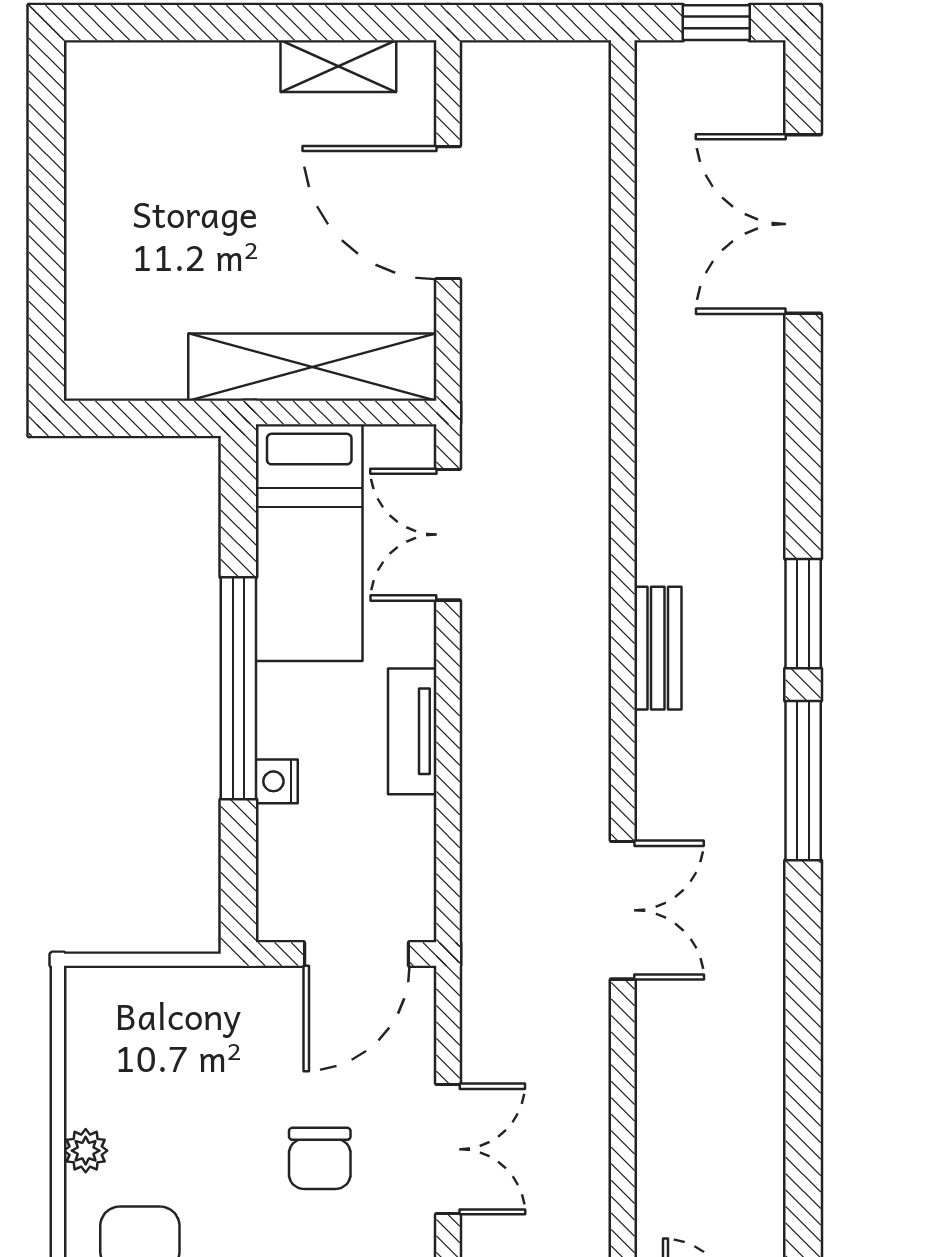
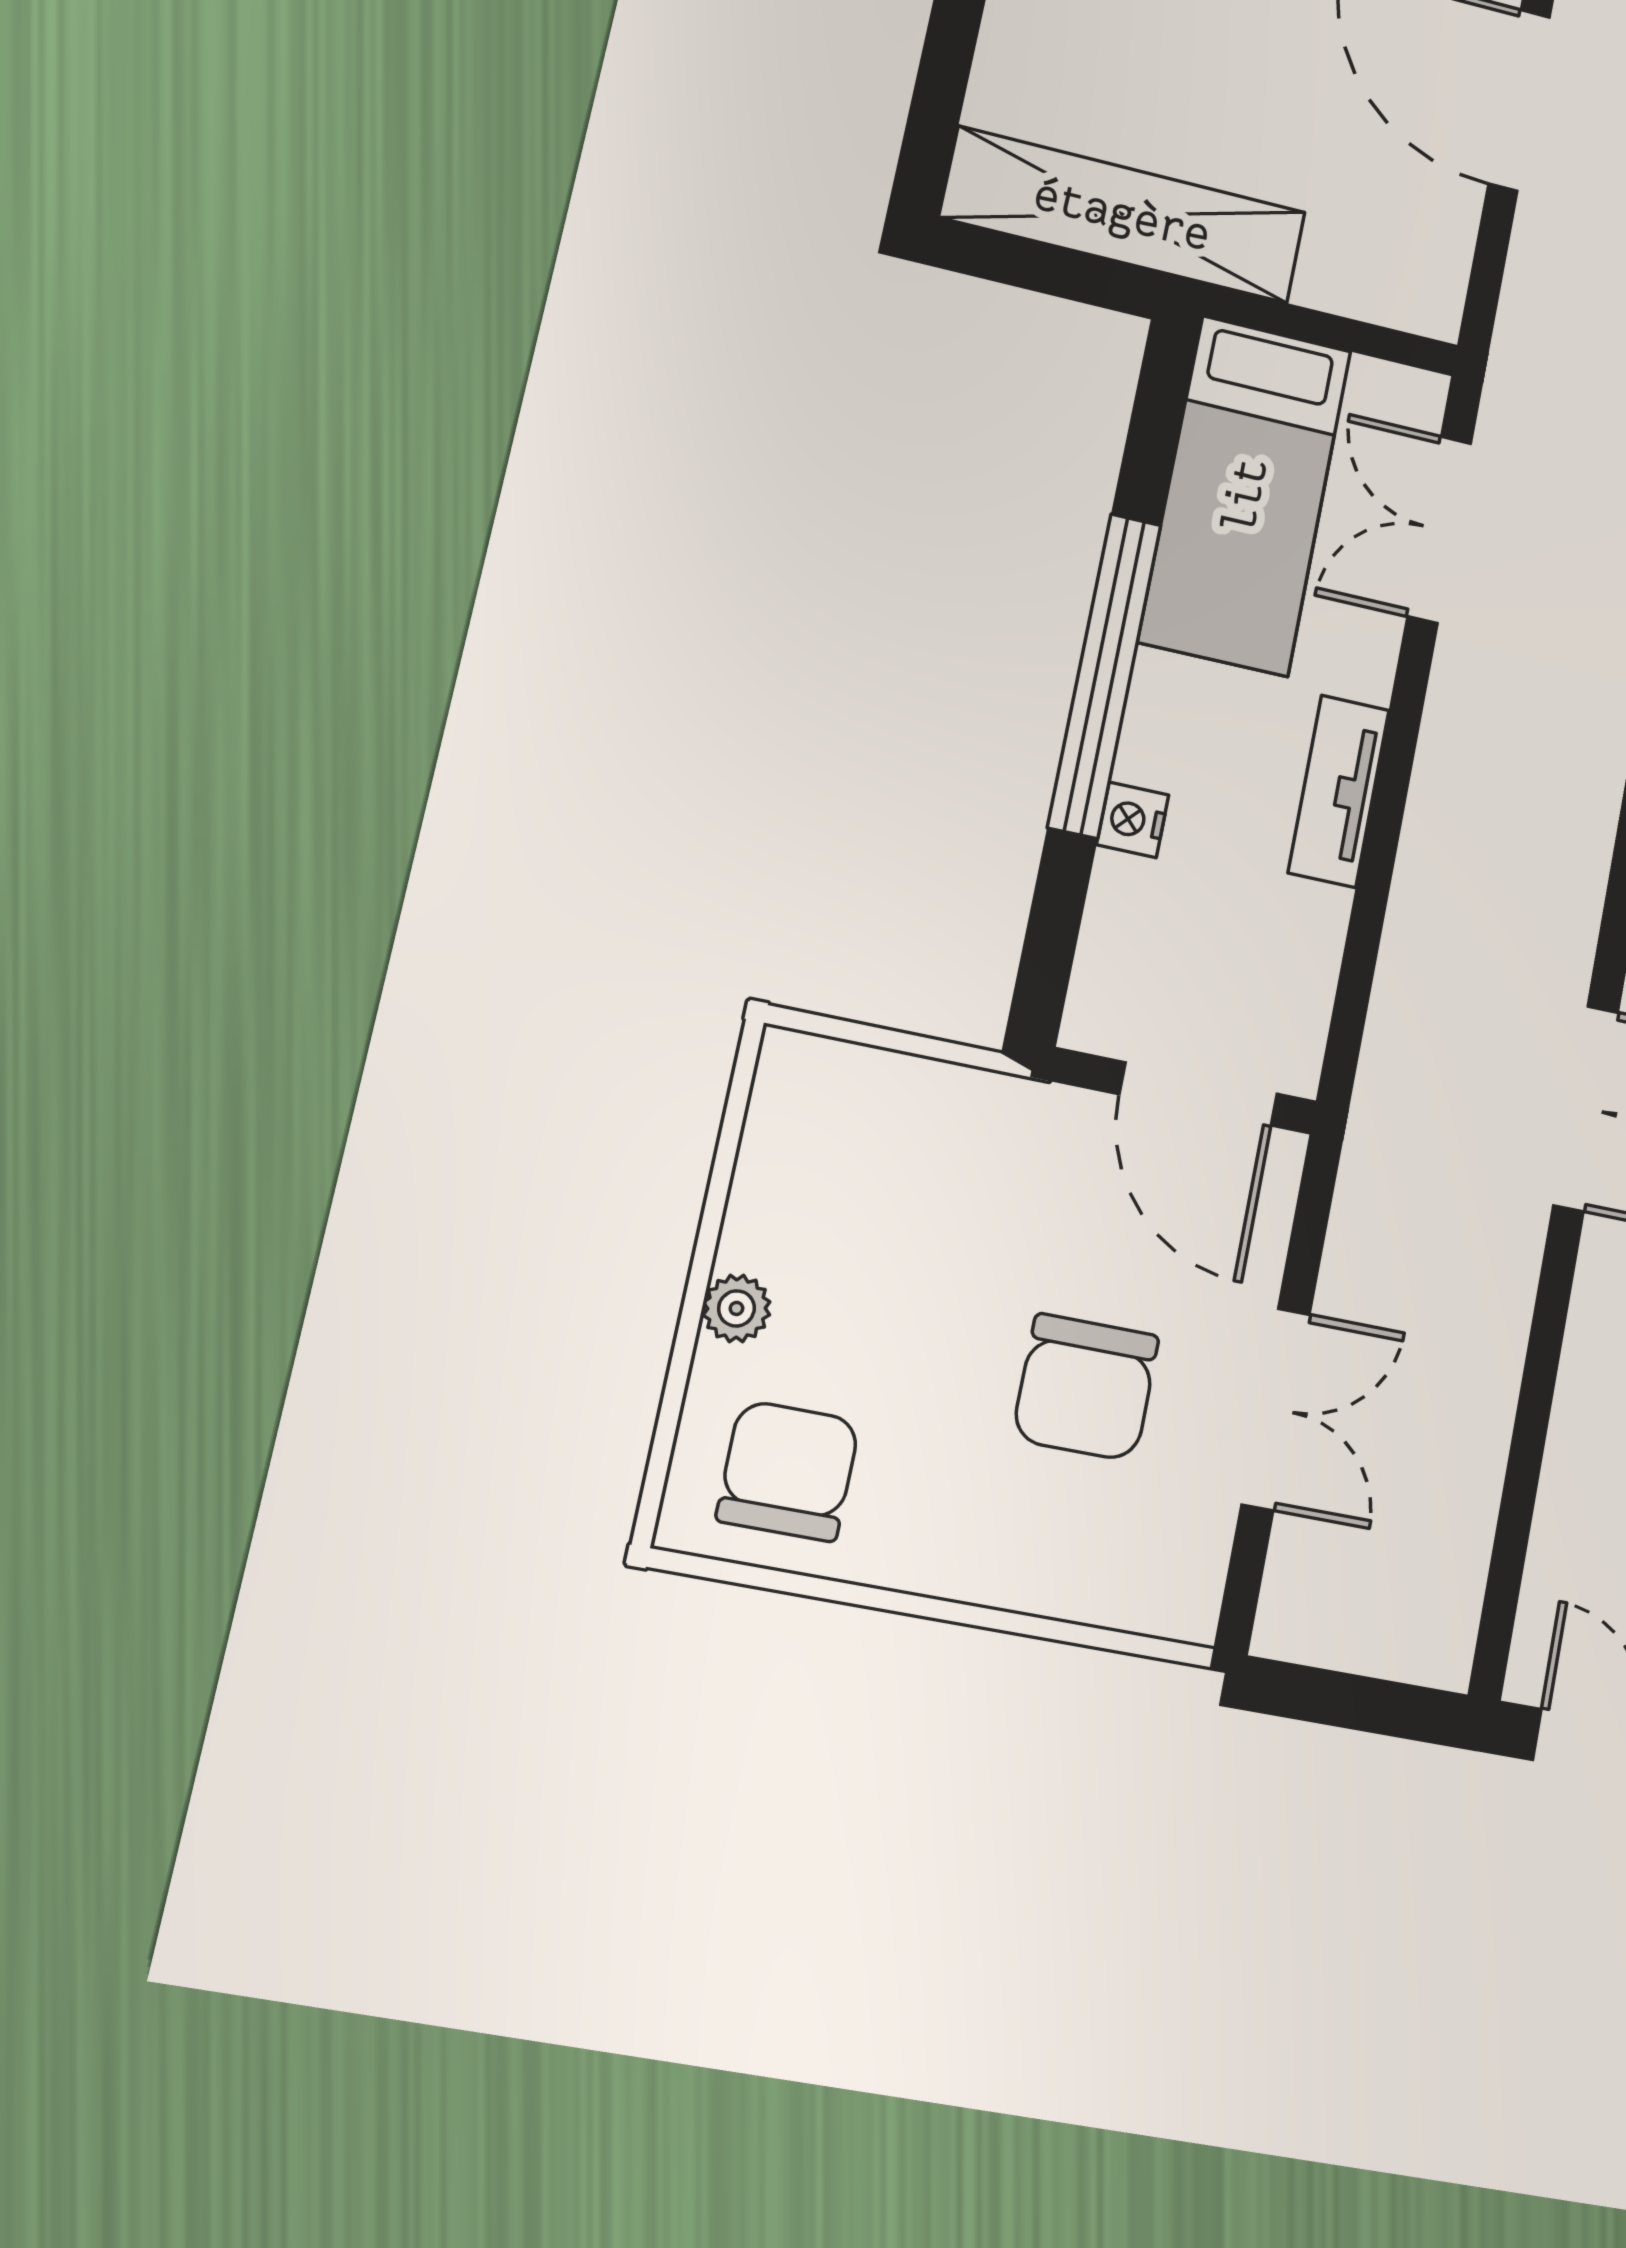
shelving: (312, 367) -> (1123, 215), moved
door: (357, 954) -> (1198, 1094), hinge flipped
chair: (320, 1158) -> (1086, 1387), width x1.37, depth x1.37

